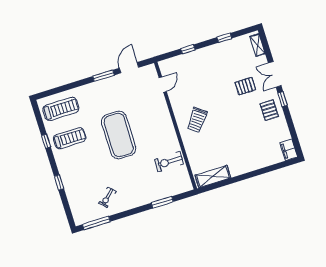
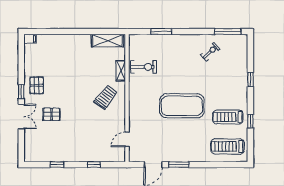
shelving: (258, 45) -> (121, 71), moved
exercise mat: (119, 135) -> (182, 106), turned 90
filing cabinet: (289, 150) -> (30, 39), width x0.50

